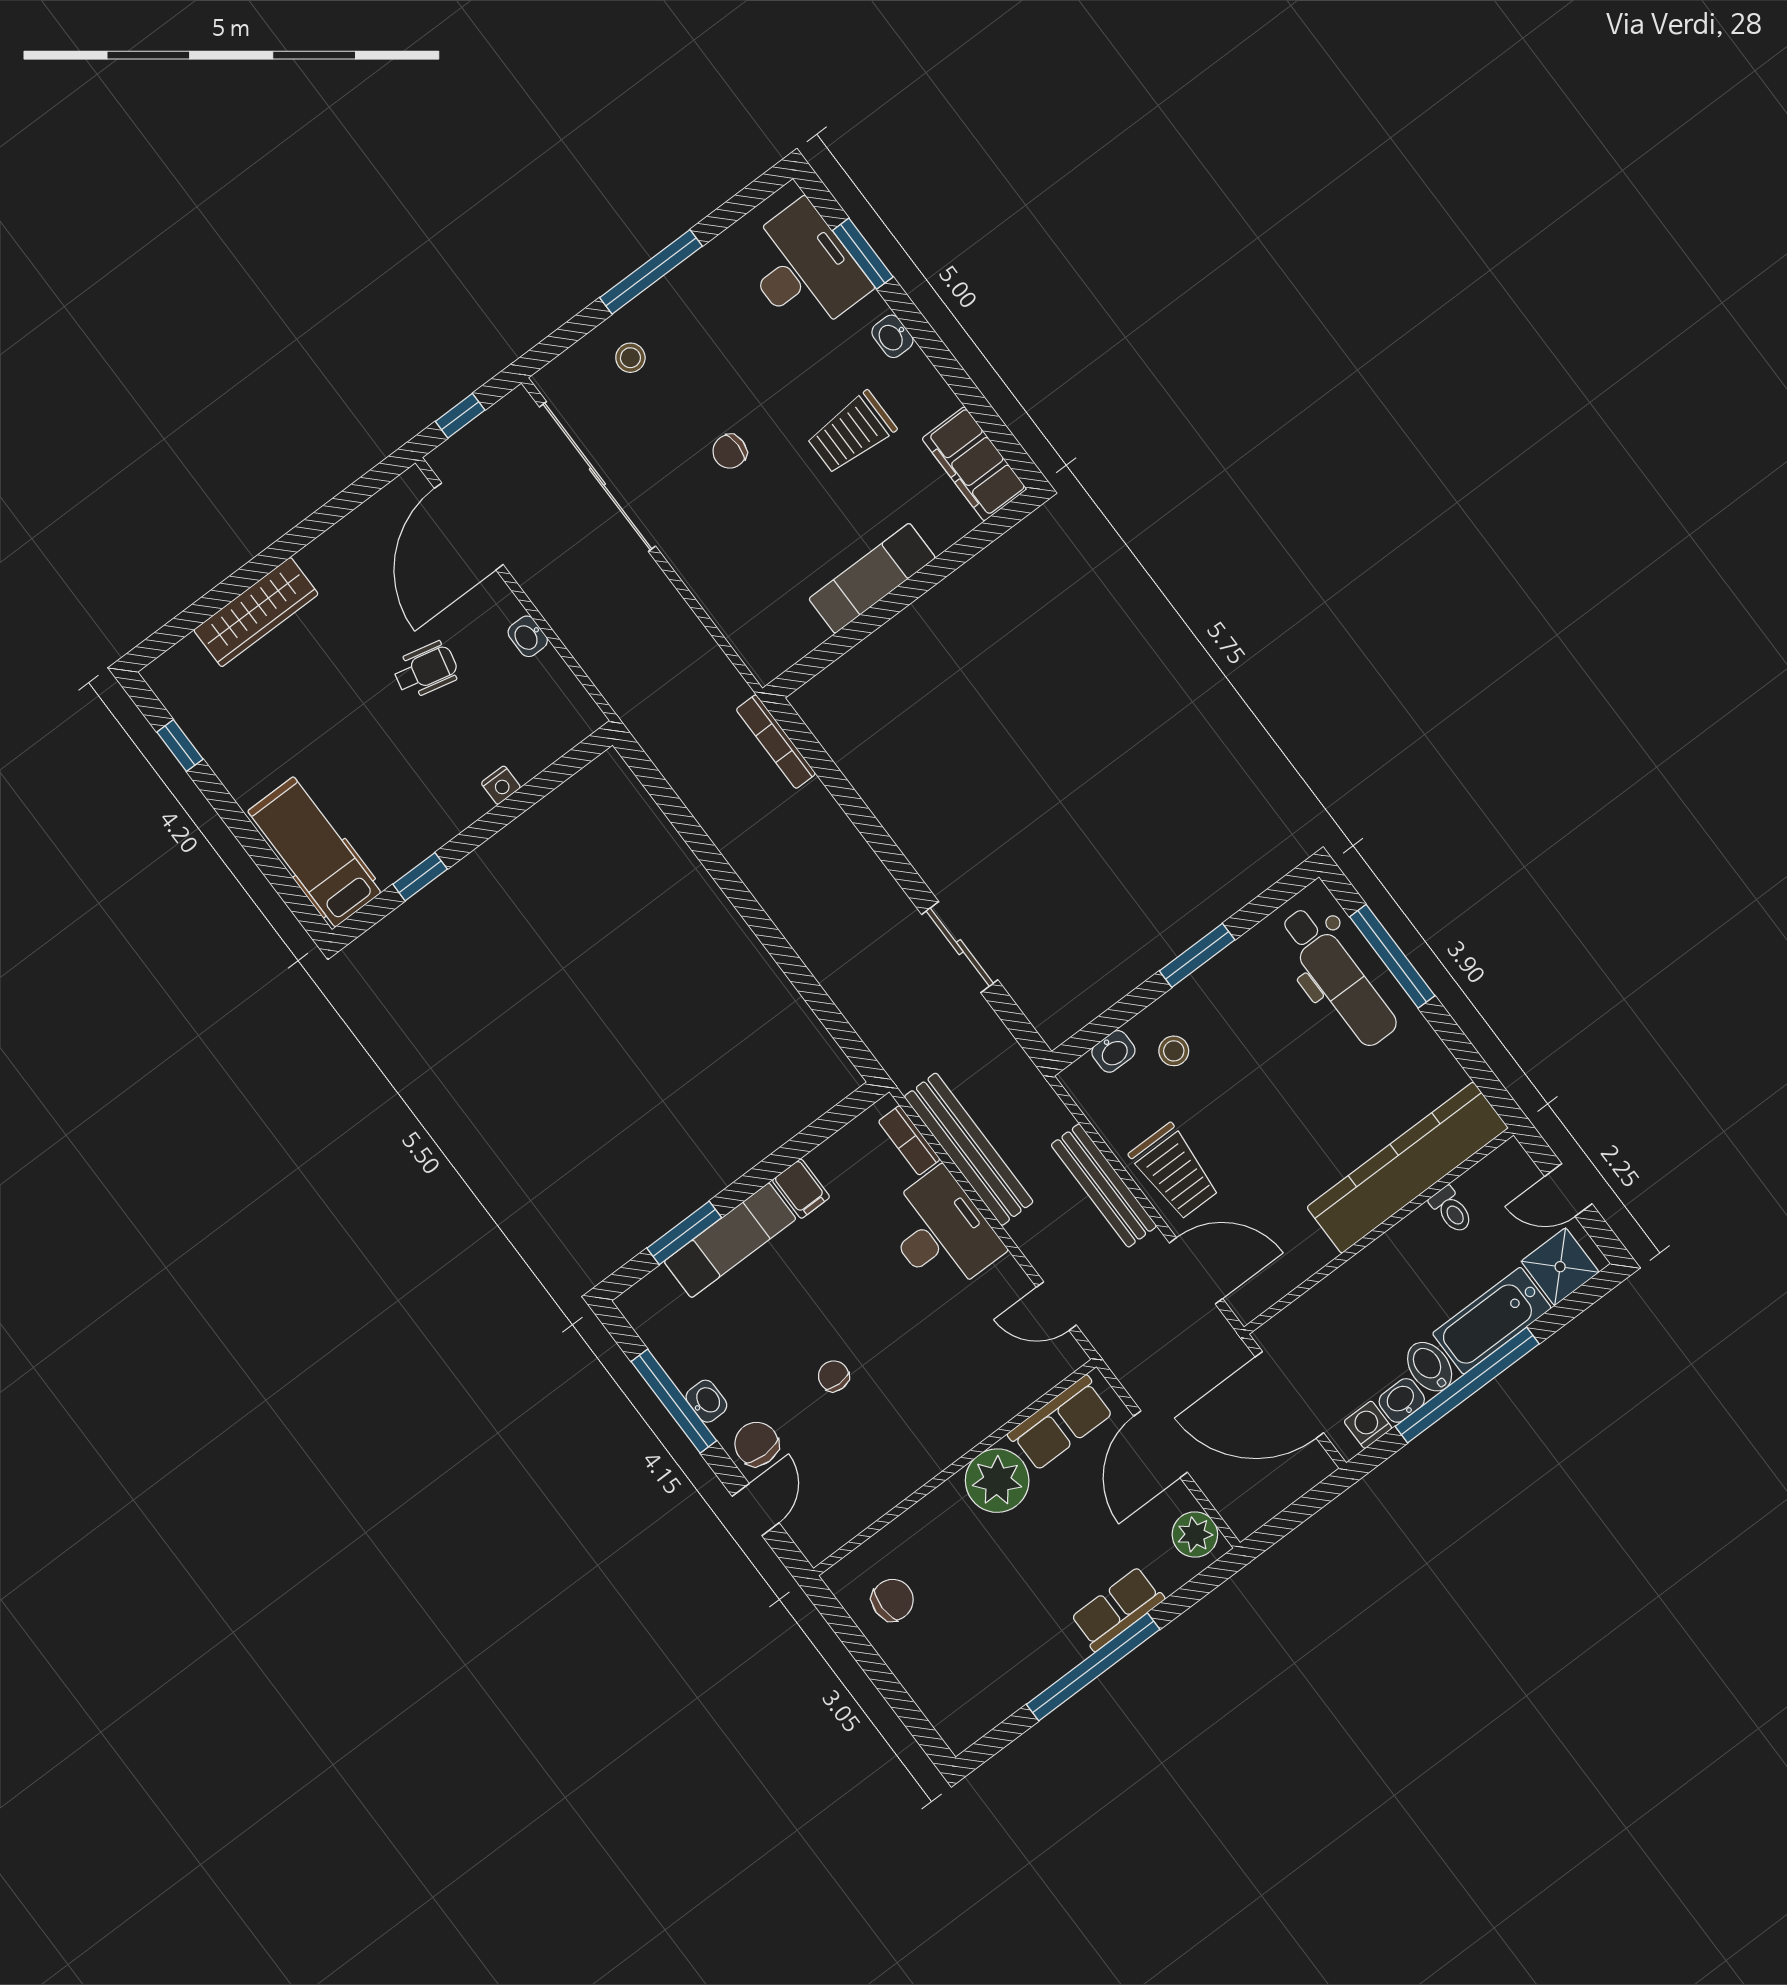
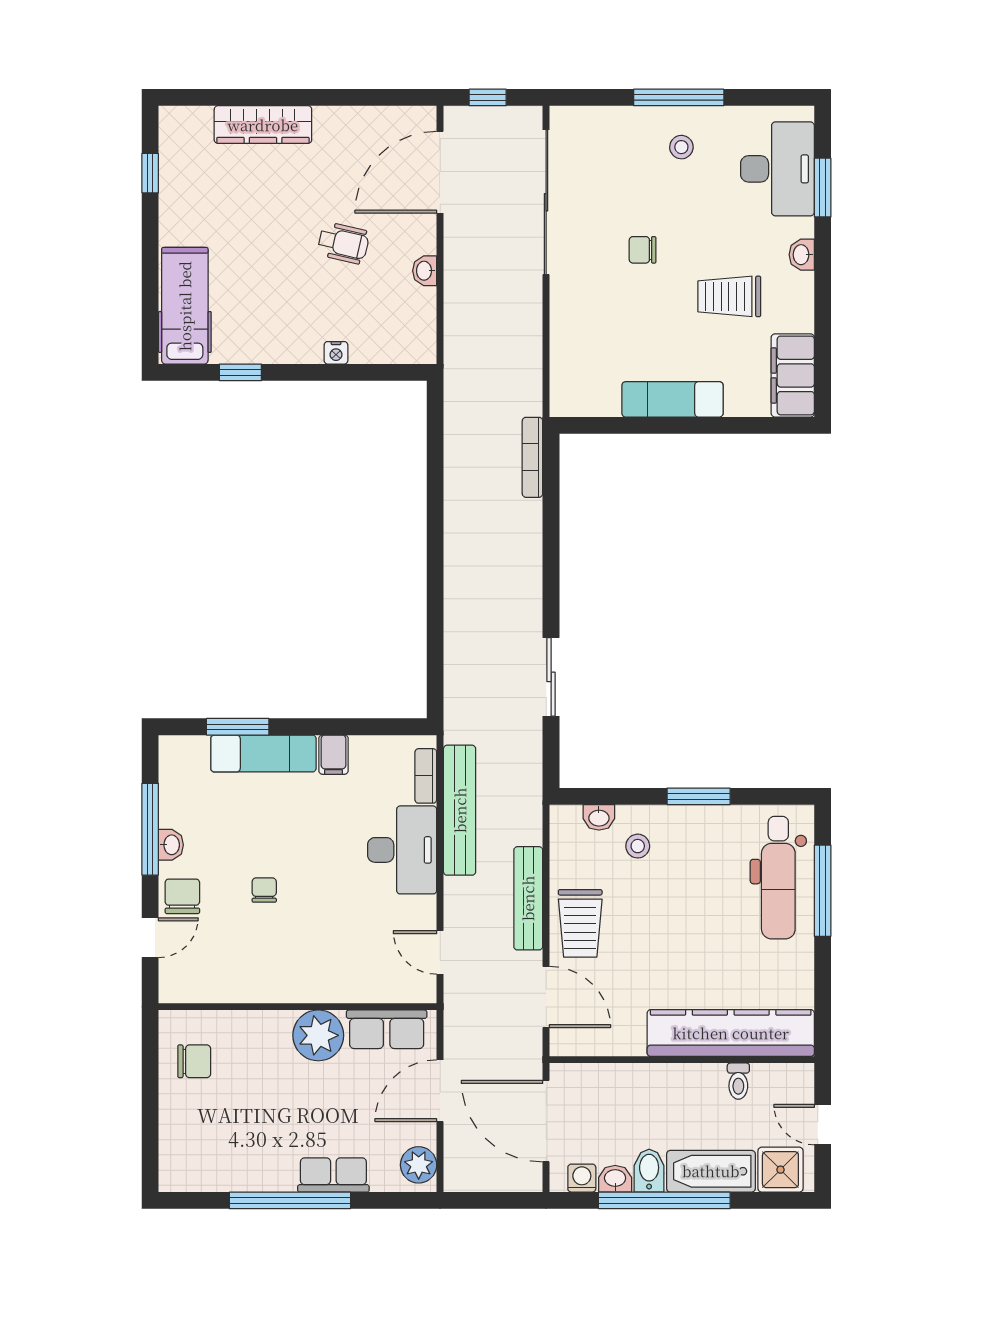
stool: (630, 358) -> (681, 147), moved

